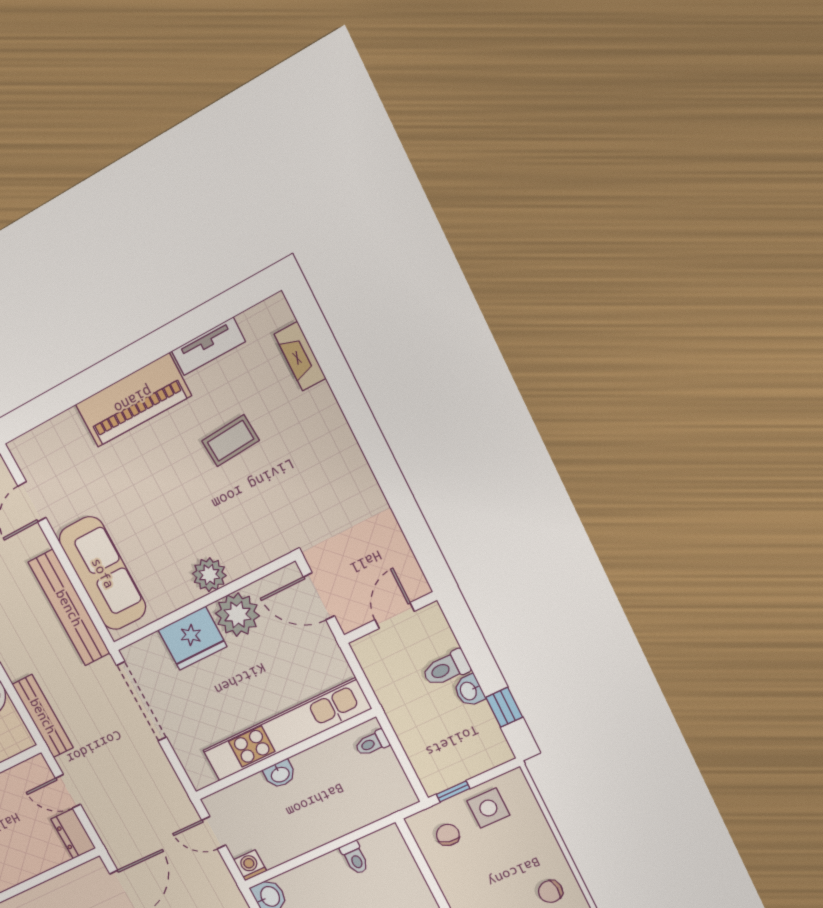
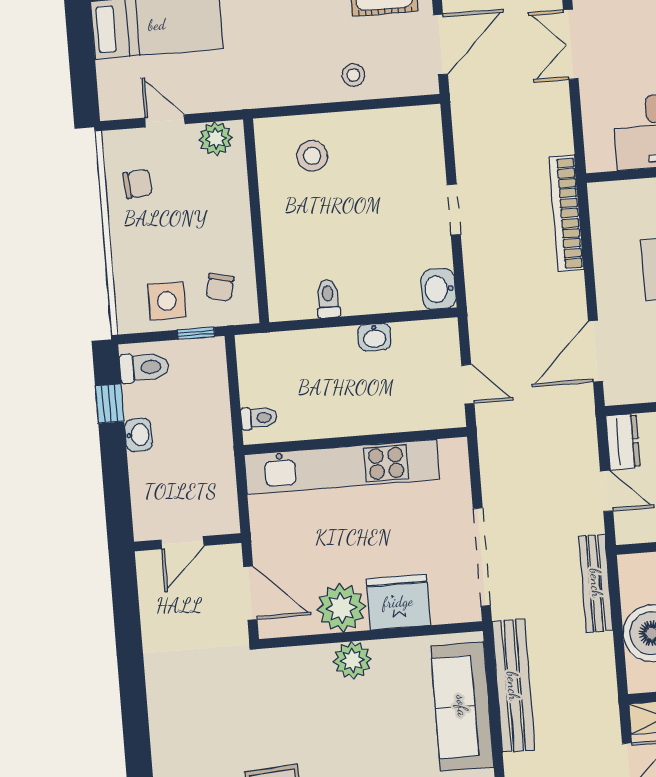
toilet: (446, 668) -> (144, 367), moved
washbasin: (280, 774) -> (374, 337), moved, turned 180
washing machine: (250, 865) -> (444, 333), removed

